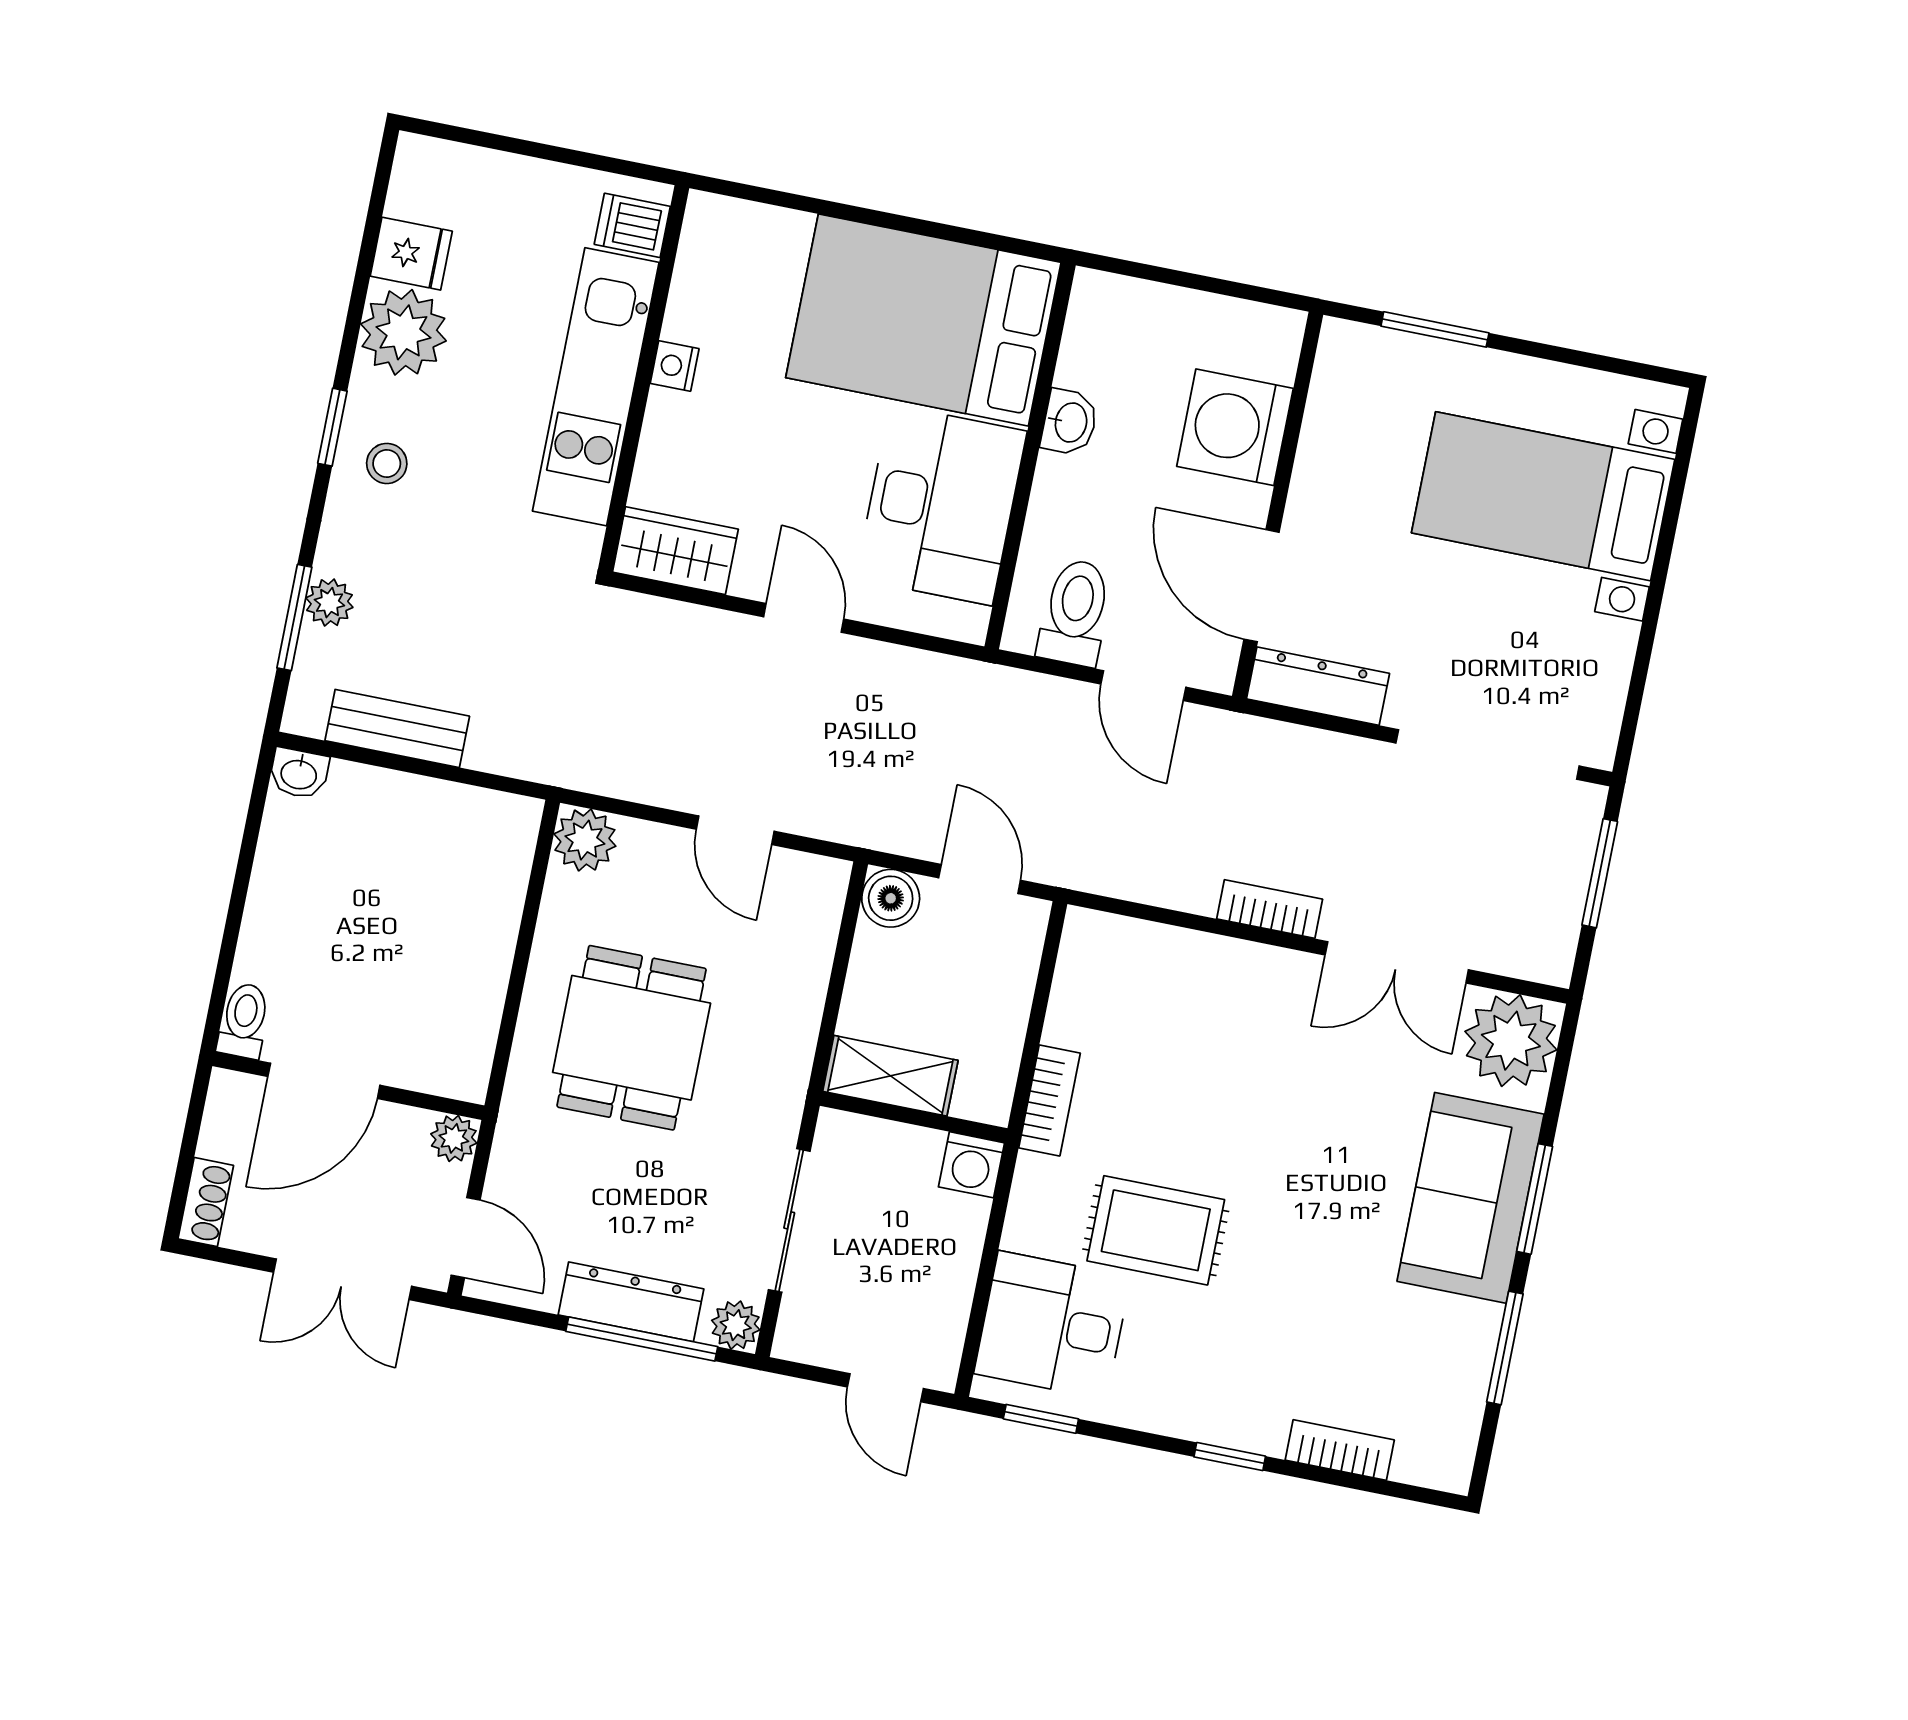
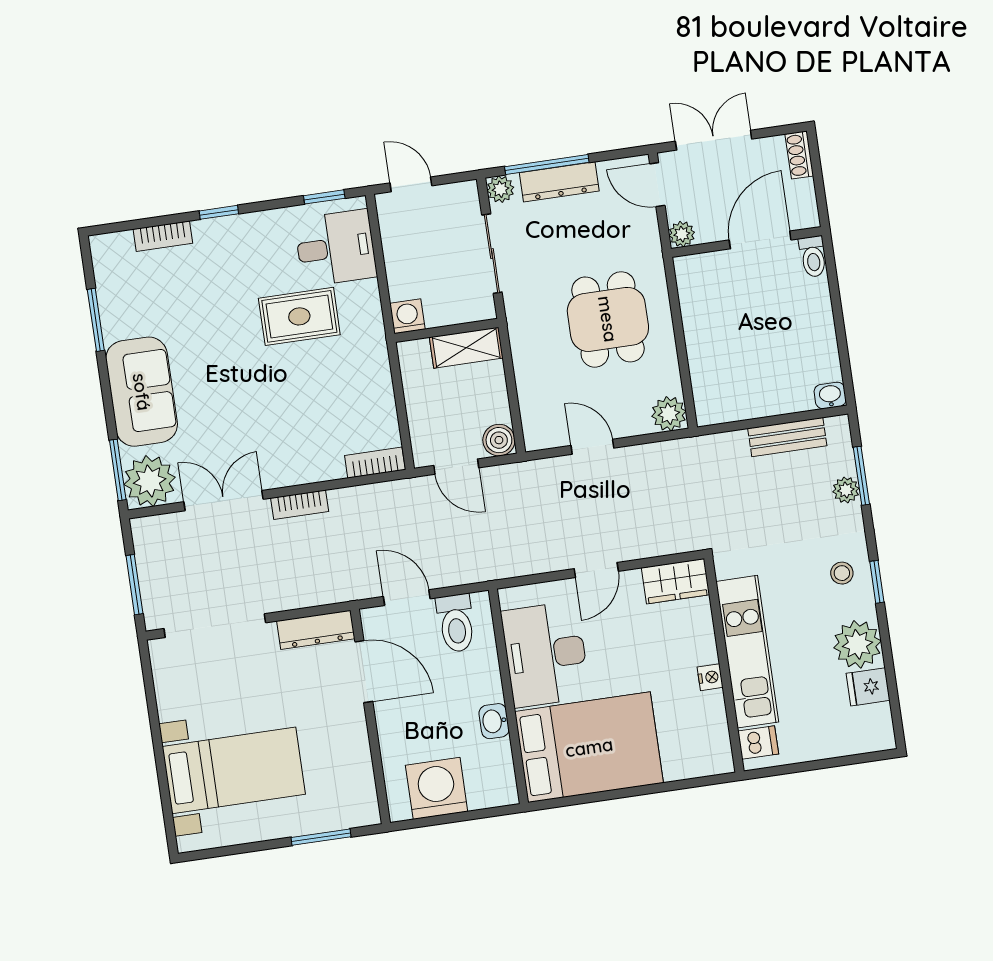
washing machine: (1235, 427) -> (437, 788), moved, turned -90
door: (804, 618) -> (596, 570), hinge flipped
bookcase: (1049, 1100) -> (375, 463), moved, turned 90
window: (1535, 1199) -> (118, 470), moved

